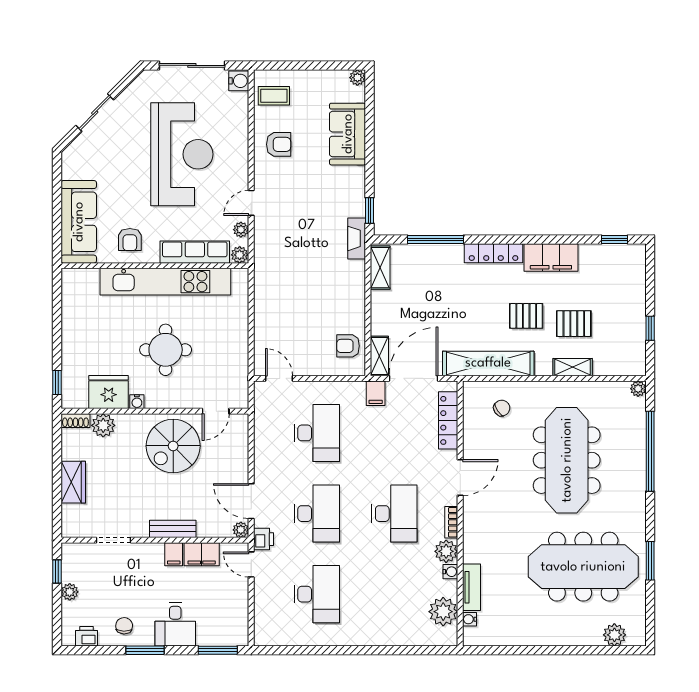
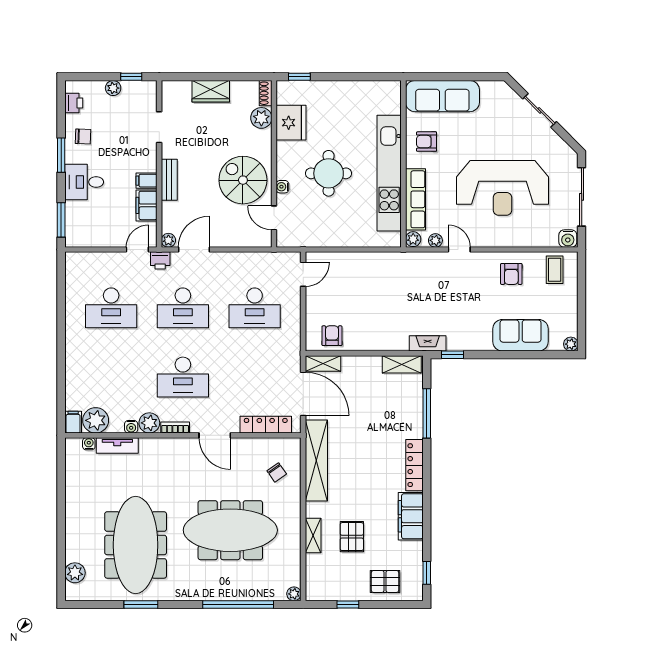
pallet: (526, 316) -> (385, 581), moved, turned 90
filing cabinet: (376, 393) -> (73, 422), moved, turned 90
water cooler: (137, 402) -> (282, 187), moved

